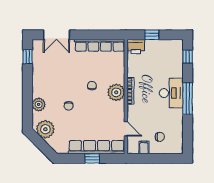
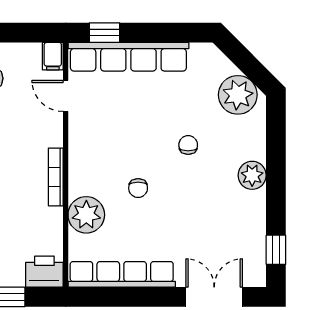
plant: (116, 92) -> (86, 215), moved
plant: (39, 104) -> (252, 175), moved
filing cabinet: (144, 147) -> (53, 56), moved
window: (92, 158) -> (105, 33), moved

